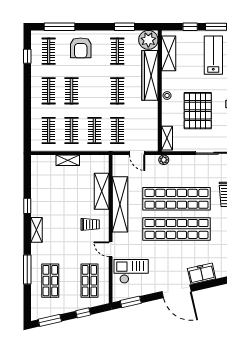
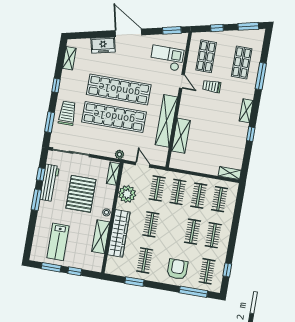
plant: (148, 40) -> (127, 194), moved
shelving: (169, 53) -> (101, 237), moved
shelving: (68, 160) -> (230, 173), moved
trolley: (90, 224) -> (212, 86), moved
checkout: (131, 271) -> (167, 58), turned 180

